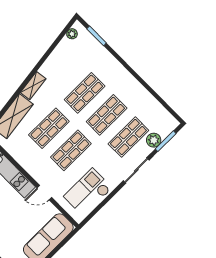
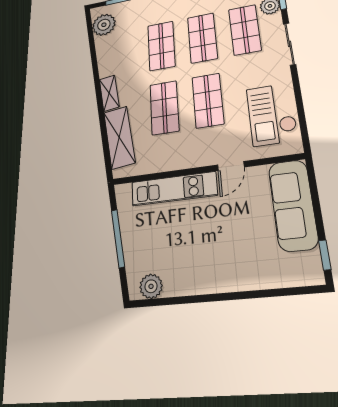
plant: (72, 34) -> (104, 25), width x1.88, depth x1.88

